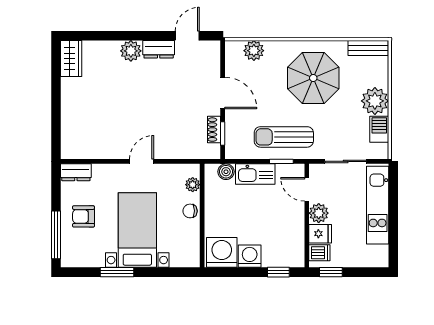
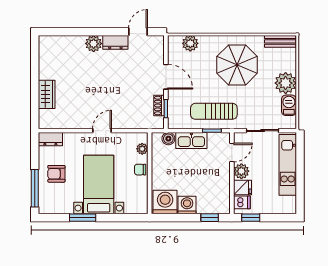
wardrobe: (71, 58) -> (47, 94), moved
door: (307, 189) -> (232, 152), swing flipped

